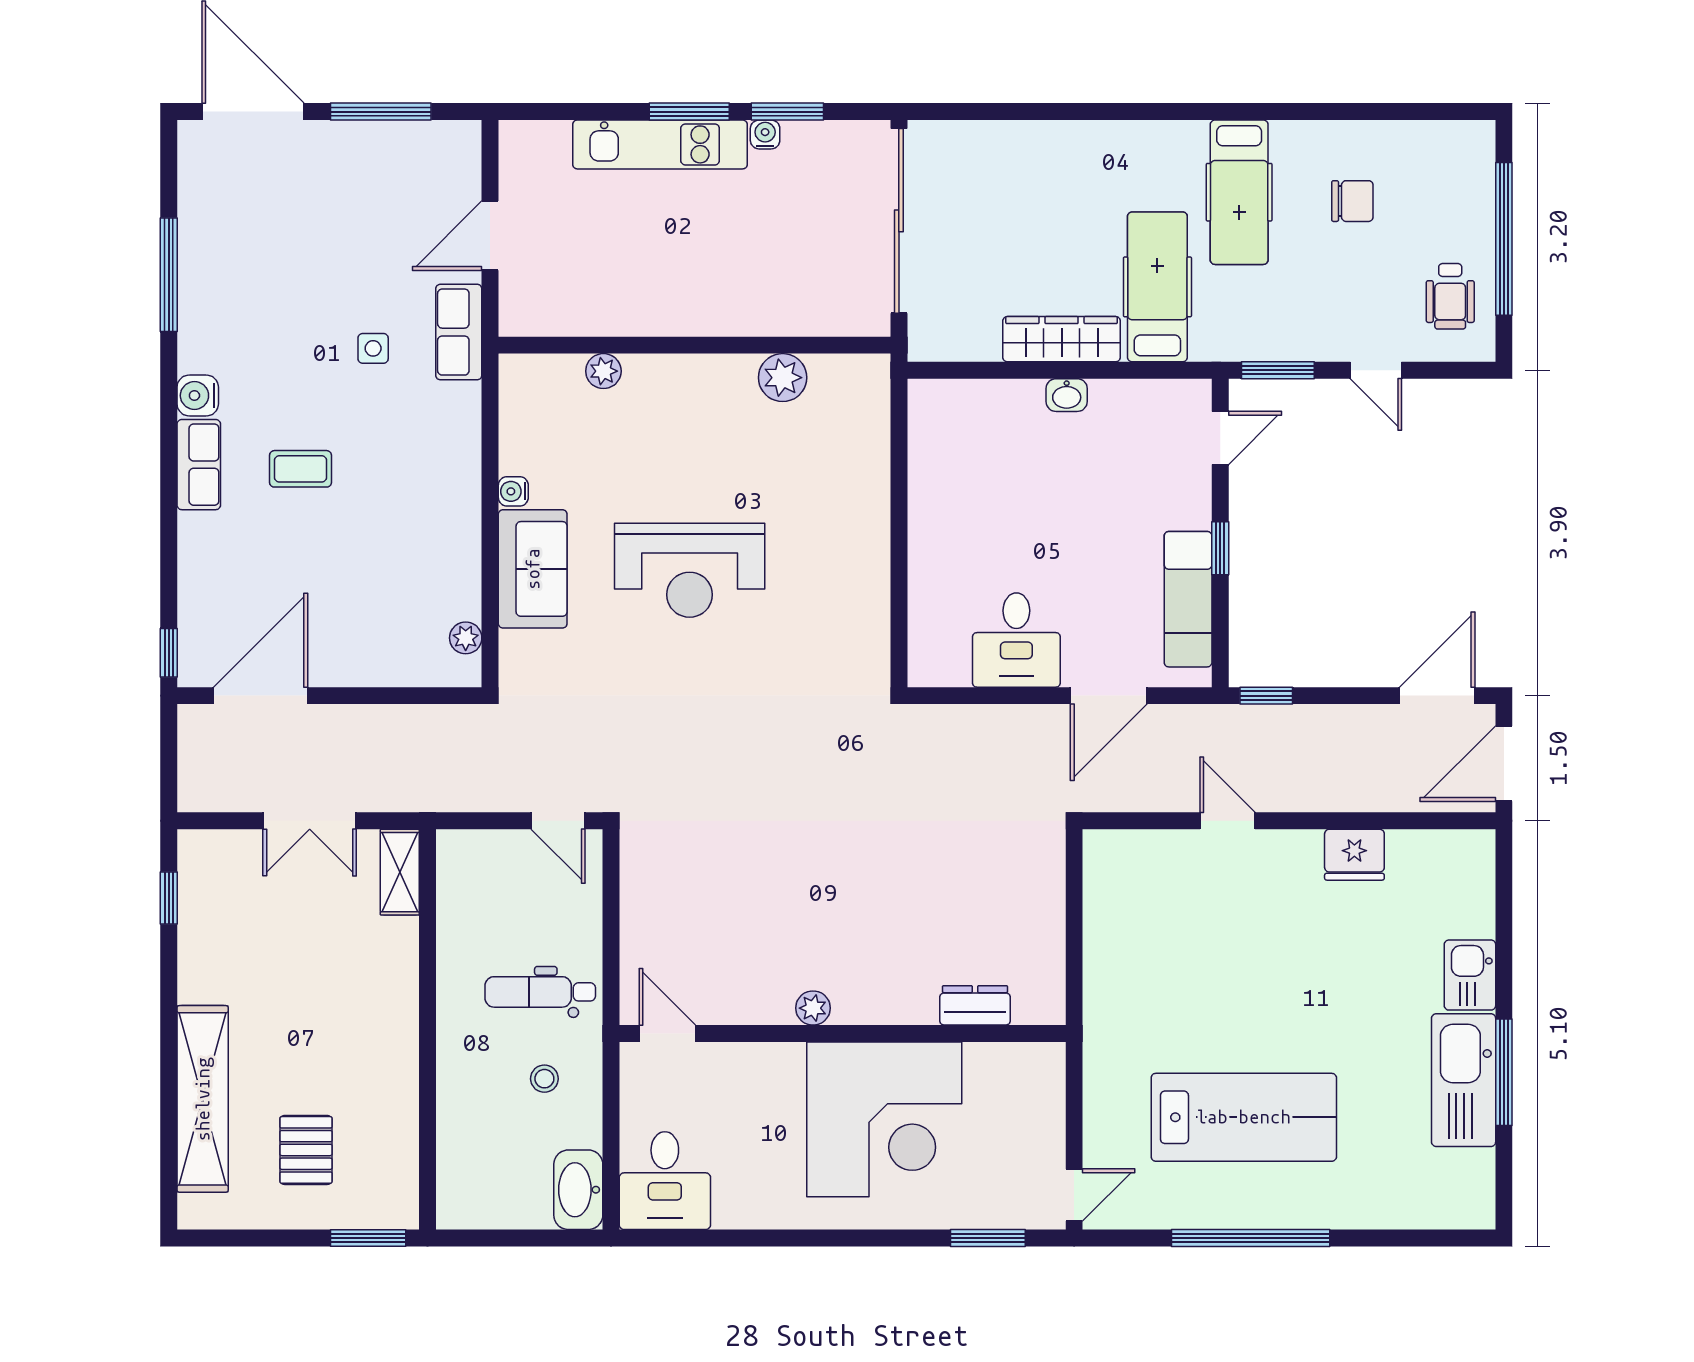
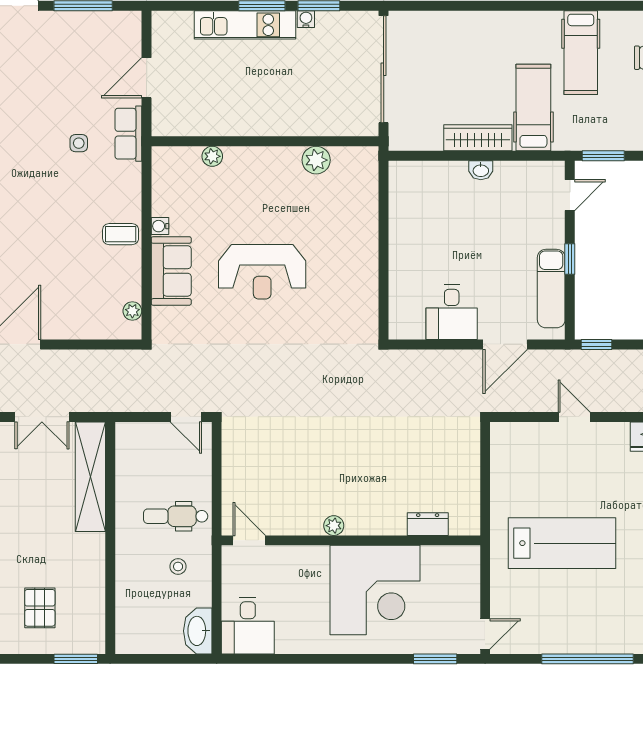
coffee table: (300, 469) -> (121, 234), moved
shelving: (400, 872) -> (90, 477), width x2.20, depth x1.33
lab bench: (1244, 1117) -> (562, 543), moved

